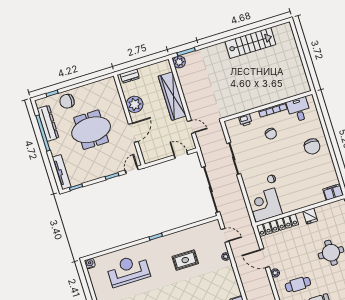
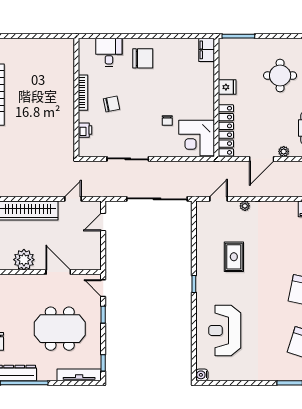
desk: (299, 110) -> (109, 52), moved, turned 90
meeting table: (91, 130) -> (60, 329), moved, turned 90

